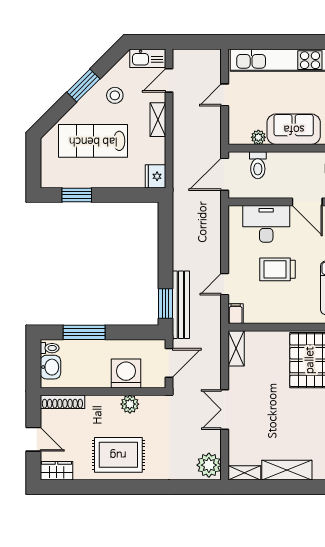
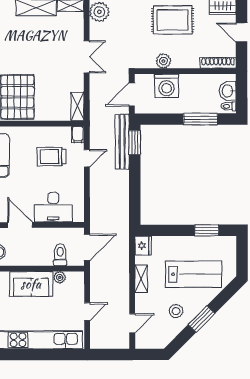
kitchen sink: (148, 58) -> (149, 341), removed
shelving: (158, 120) -> (141, 279), moved
trolley: (278, 269) -> (51, 157), moved, turned 180

